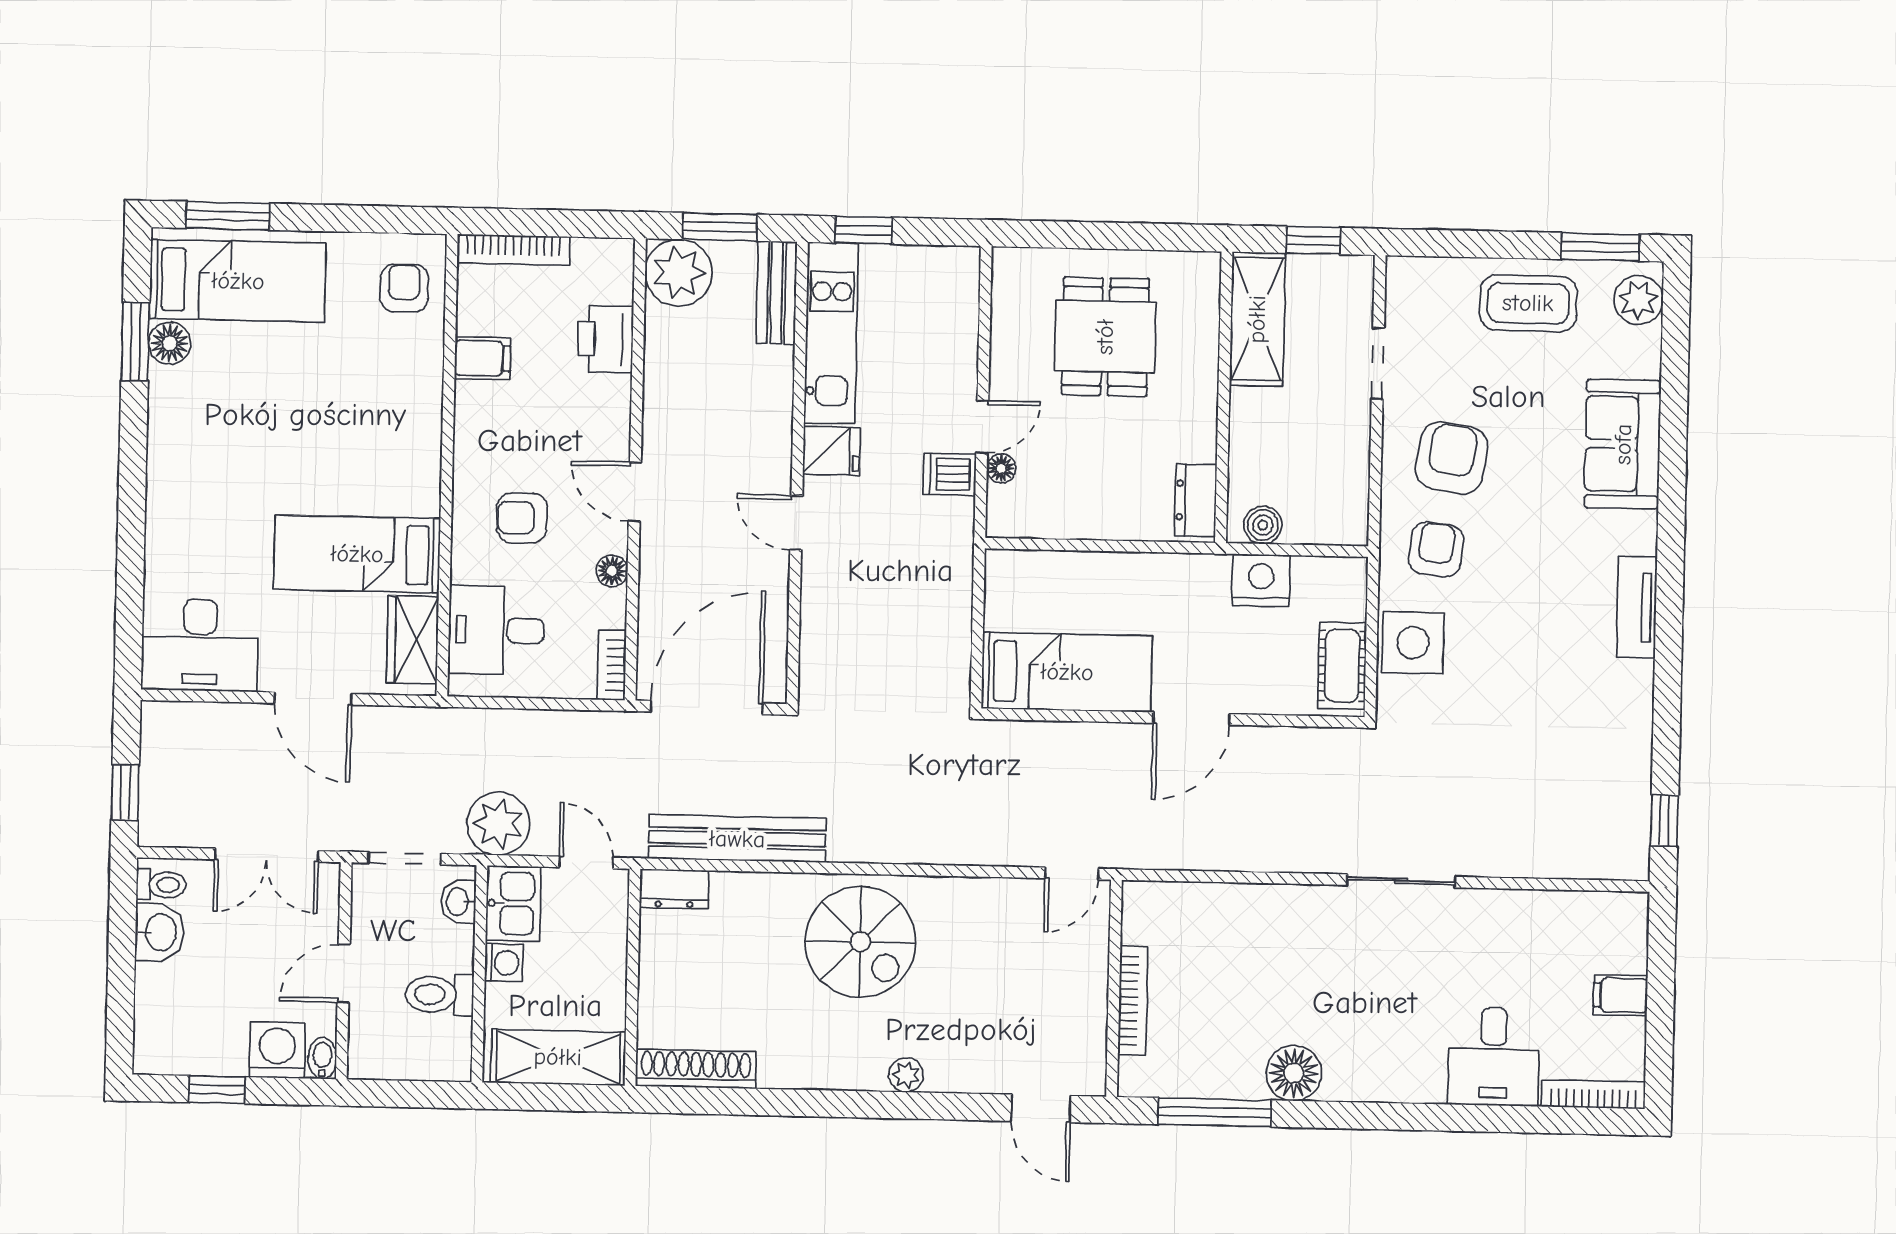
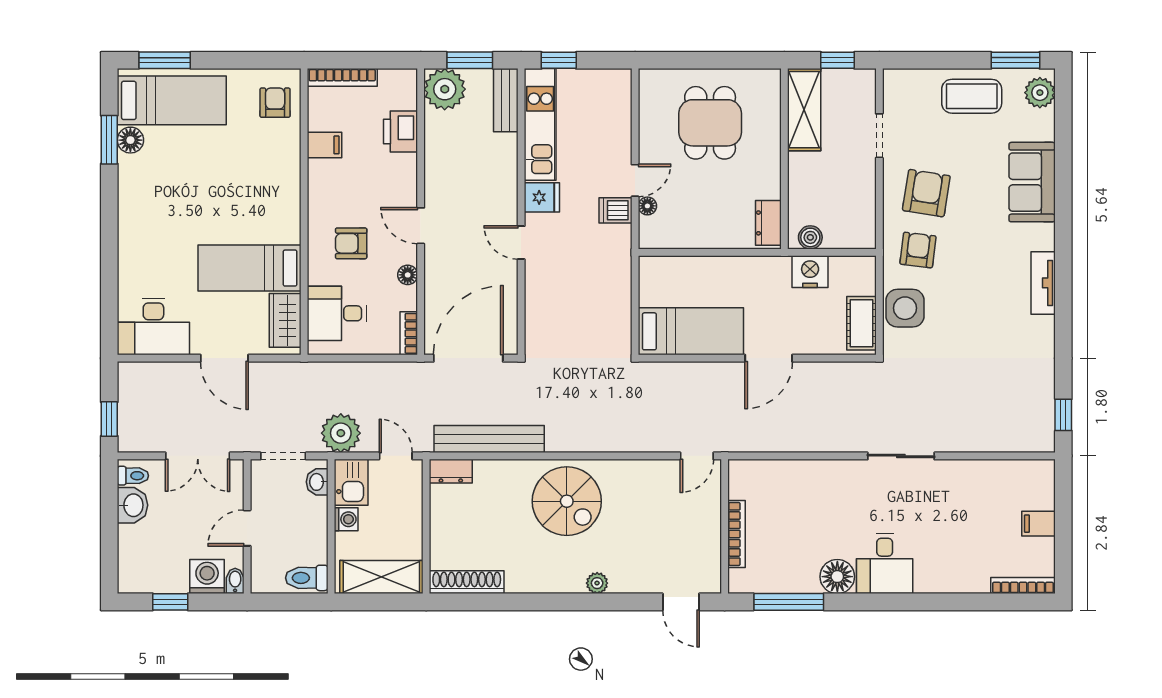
toilet: (439, 995) -> (307, 578), moved
desk: (1494, 1057) -> (885, 564), moved

